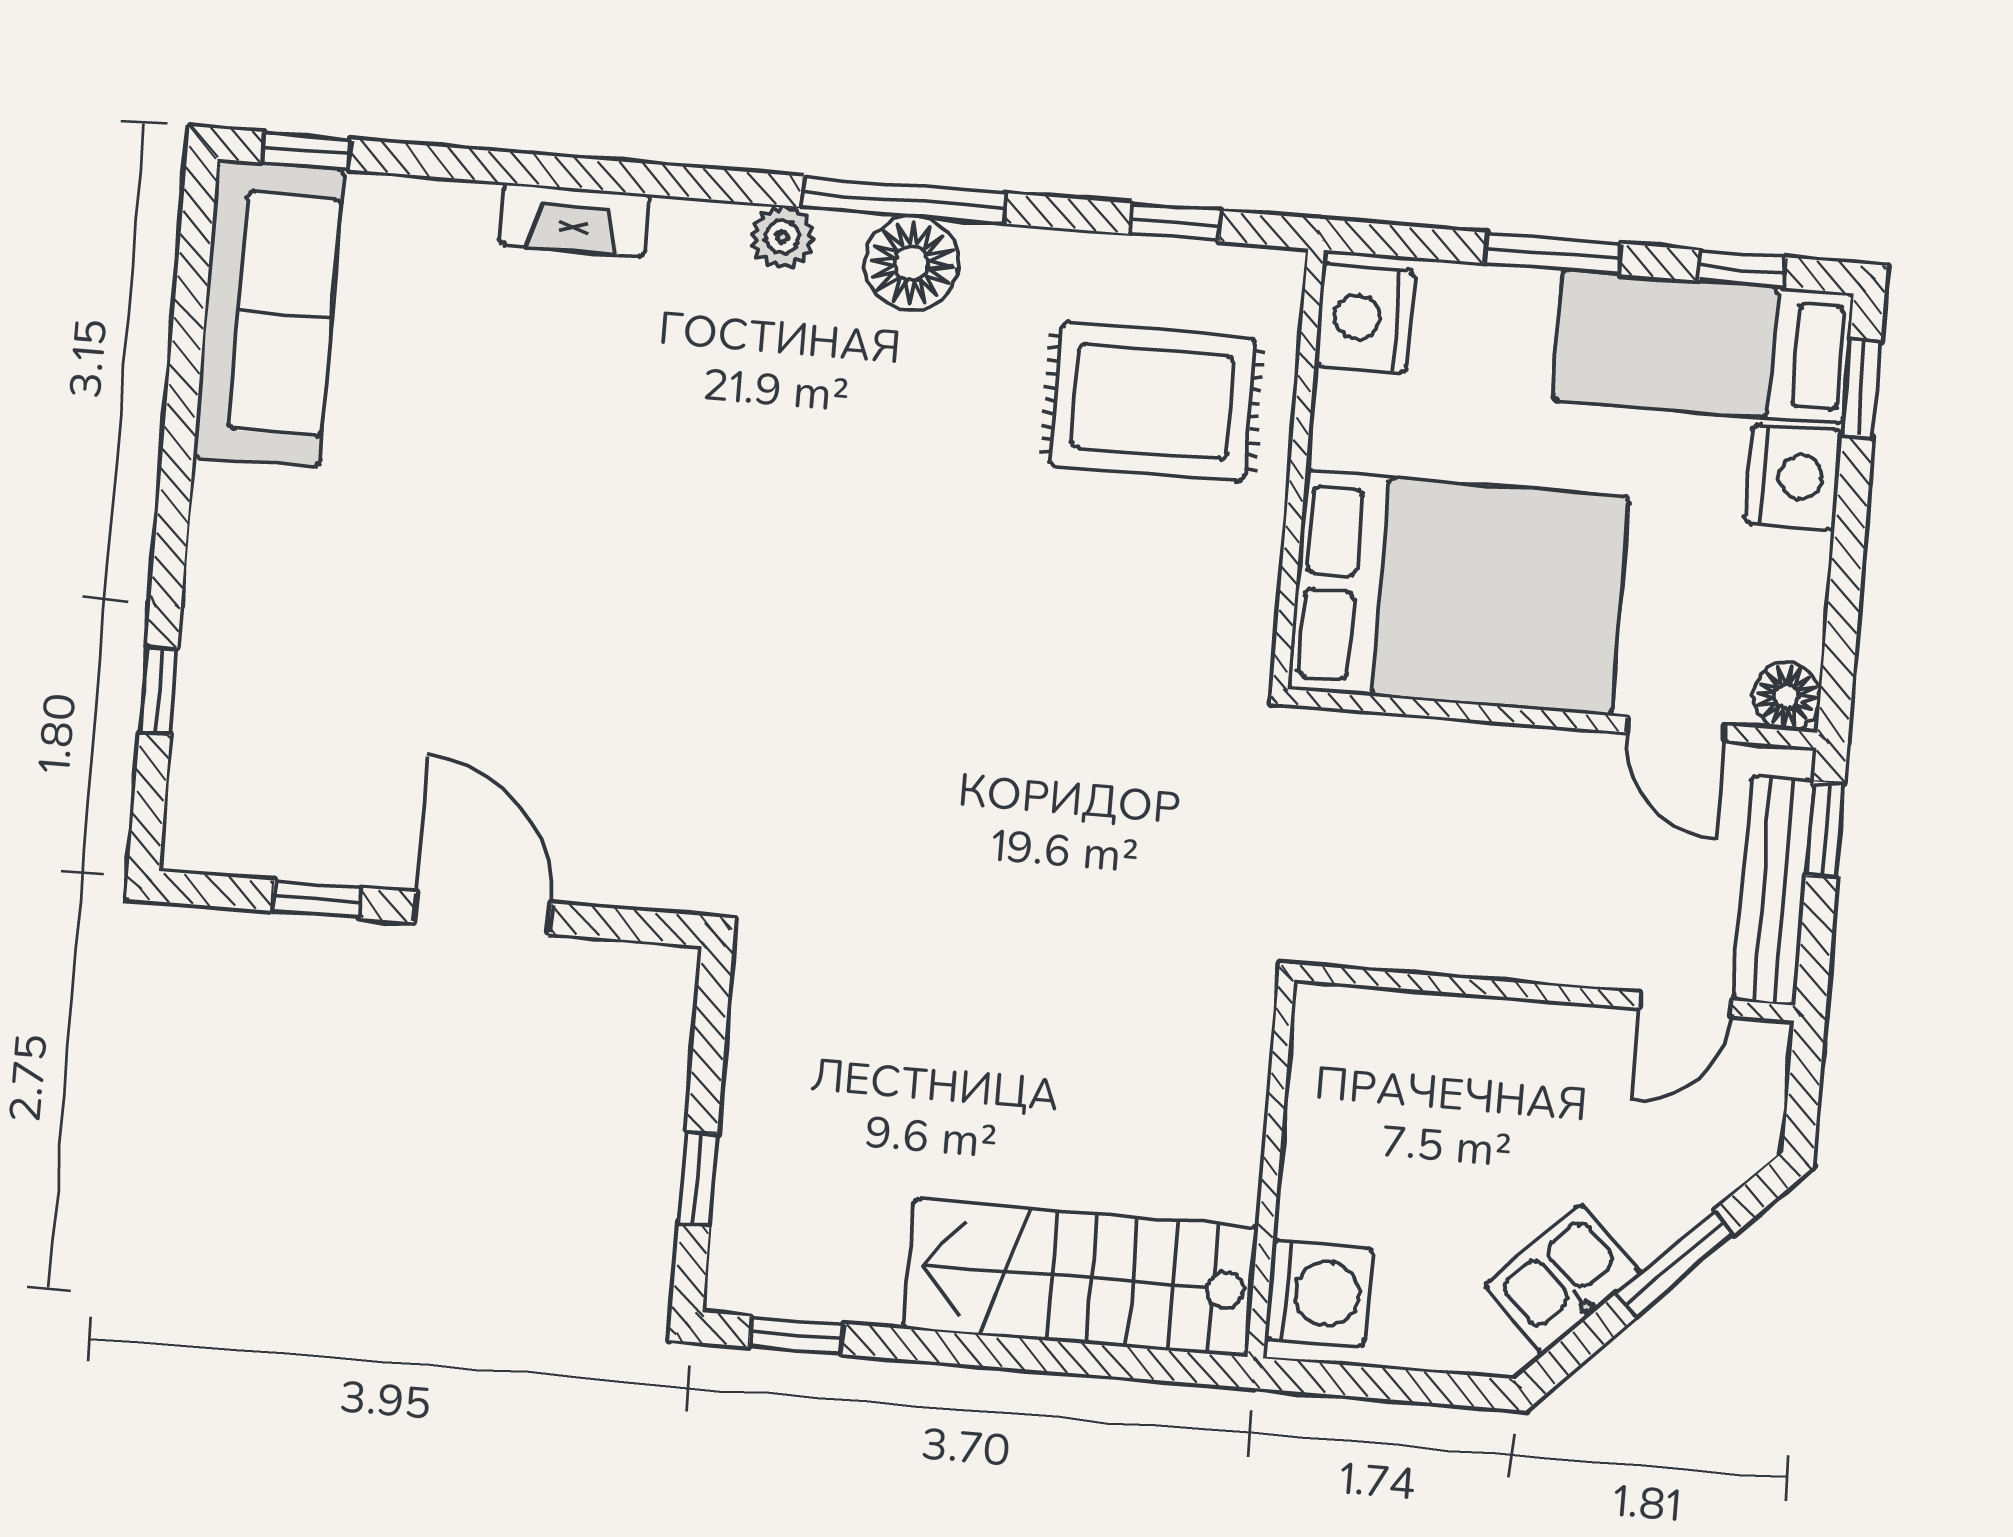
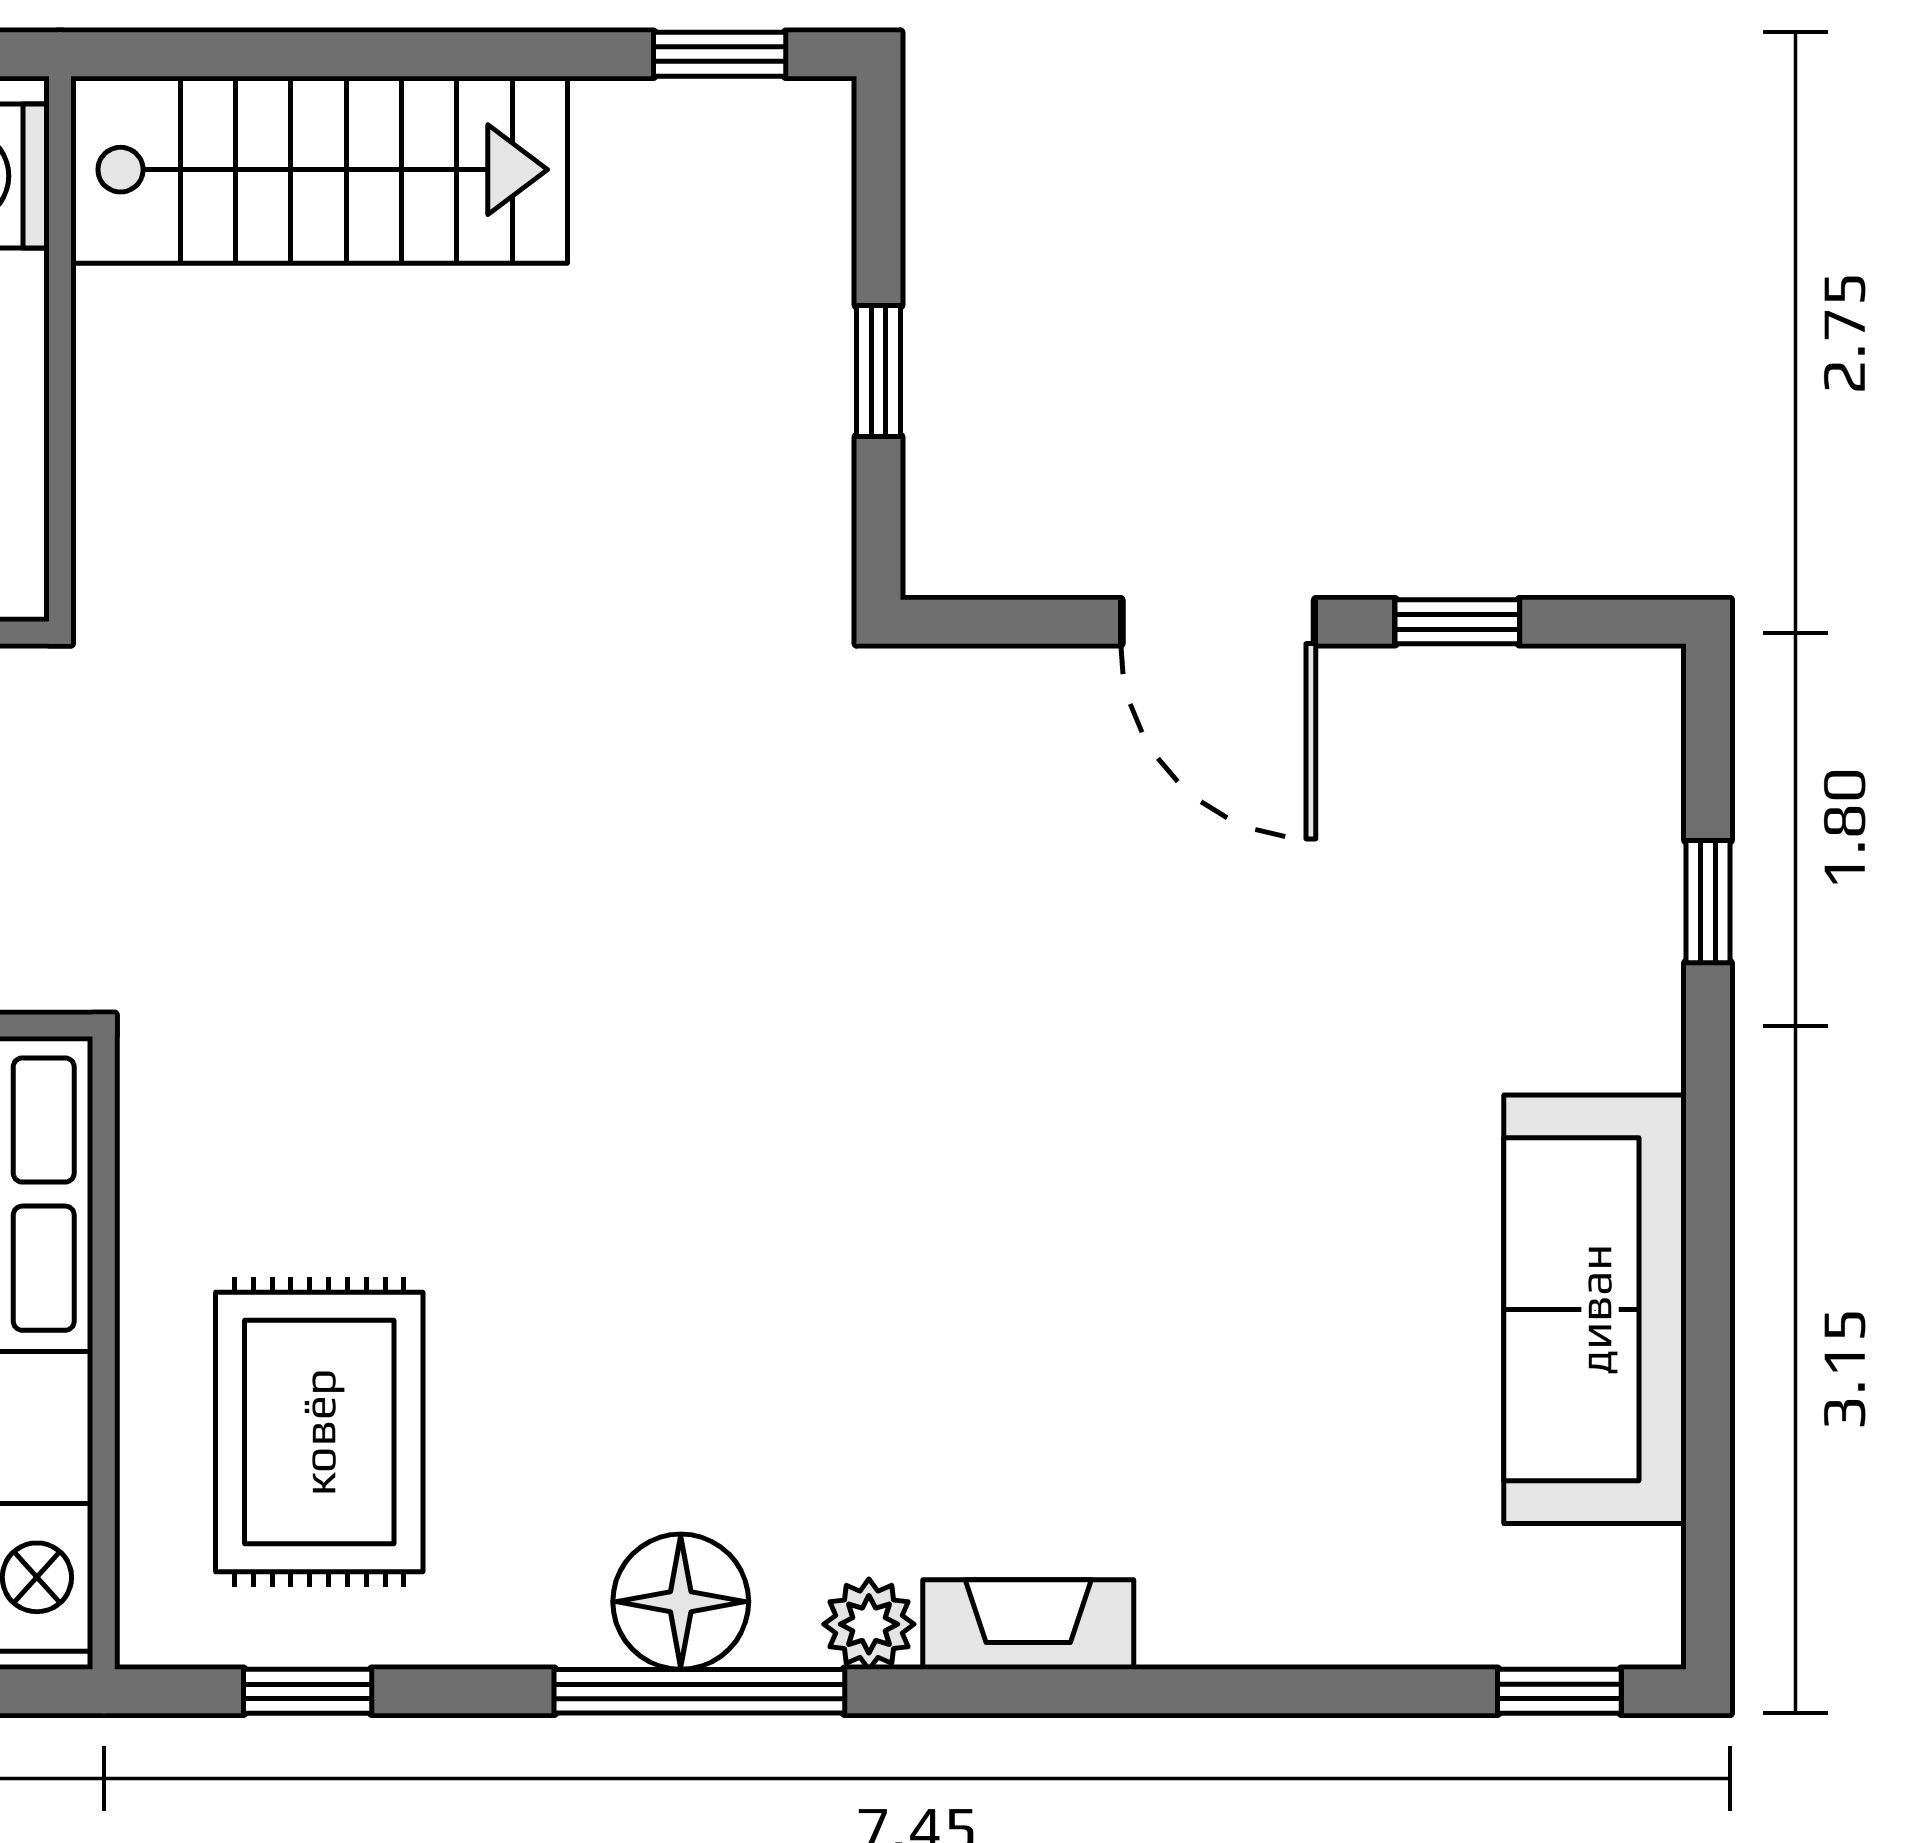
fireplace: (574, 220) -> (1028, 1625), moved
sofa: (268, 313) -> (1595, 1309), moved
rug: (1153, 402) -> (319, 1432), turned 90
window: (698, 1178) -> (879, 371), moved

